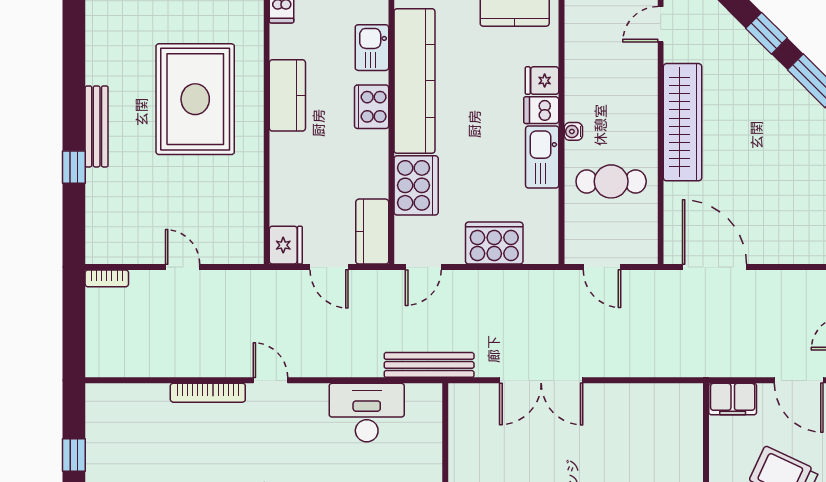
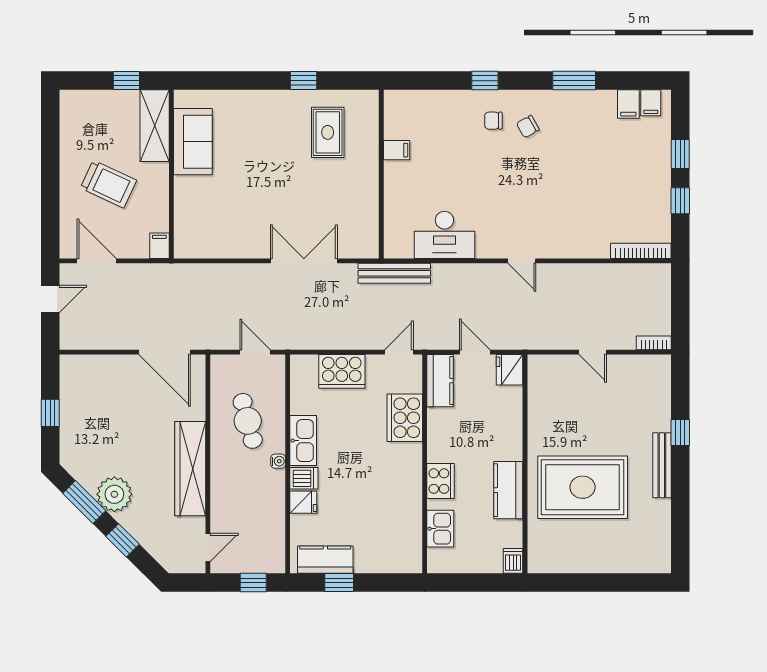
kitchen counter: (414, 81) -> (406, 502), removed
plant: (777, 90) -> (114, 494), added
rug: (195, 99) -> (583, 487), turned 90
cafe table: (611, 181) -> (248, 421), turned 75
bookcase: (208, 393) -> (641, 251), moved
filing cabinet: (733, 399) -> (159, 246), width x0.50

